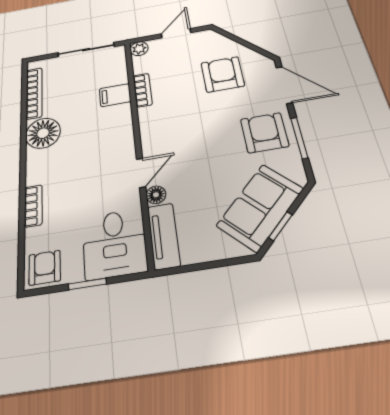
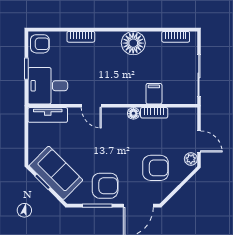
plant: (139, 49) -> (191, 159), moved
bookcase: (34, 93) -> (176, 37), width x0.64
floor lamp: (156, 195) -> (133, 113), moved

